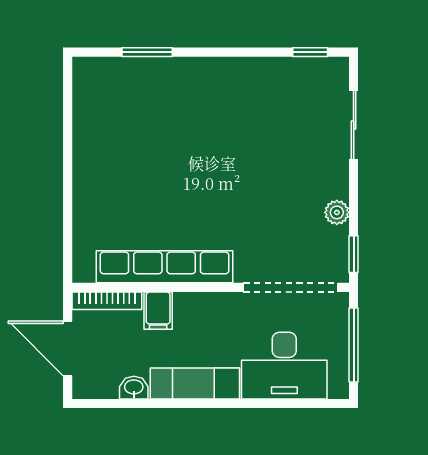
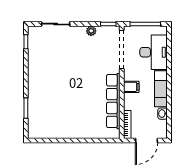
filing cabinet: (158, 311) -> (131, 87), moved

